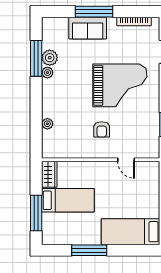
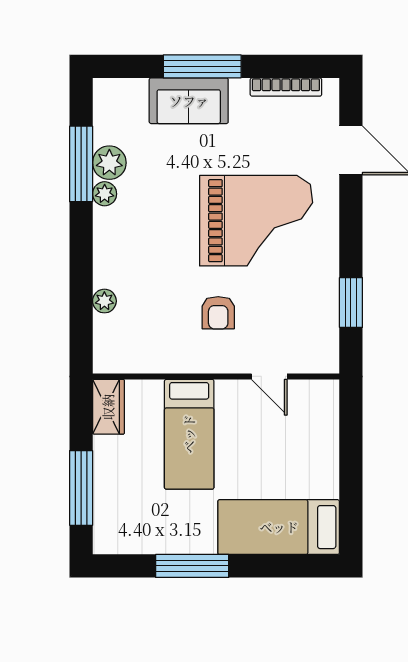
bed: (68, 200) -> (189, 434), moved, turned 90

